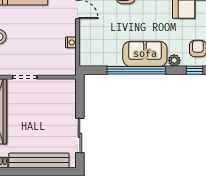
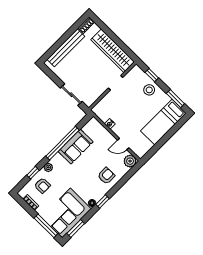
sofa: (145, 54) -> (76, 147), moved
sliding door: (80, 135) -> (71, 95), moved

